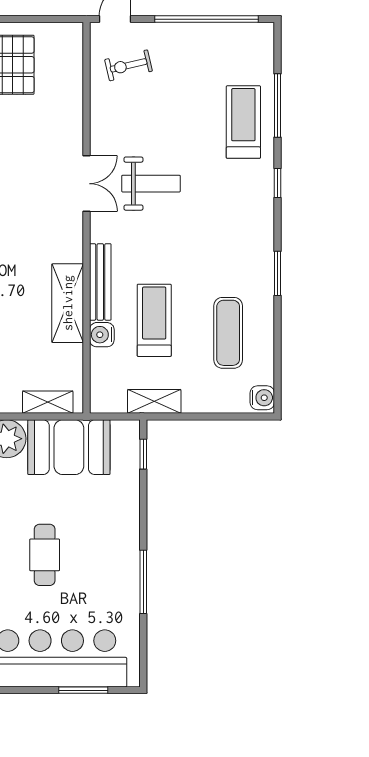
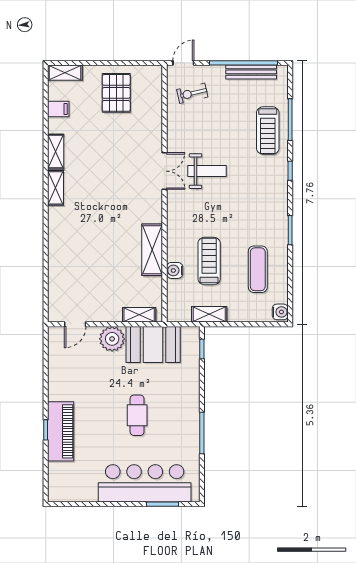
treadmill: (243, 122) -> (268, 131), turned 180
bench: (100, 282) -> (251, 72), moved, turned 90

